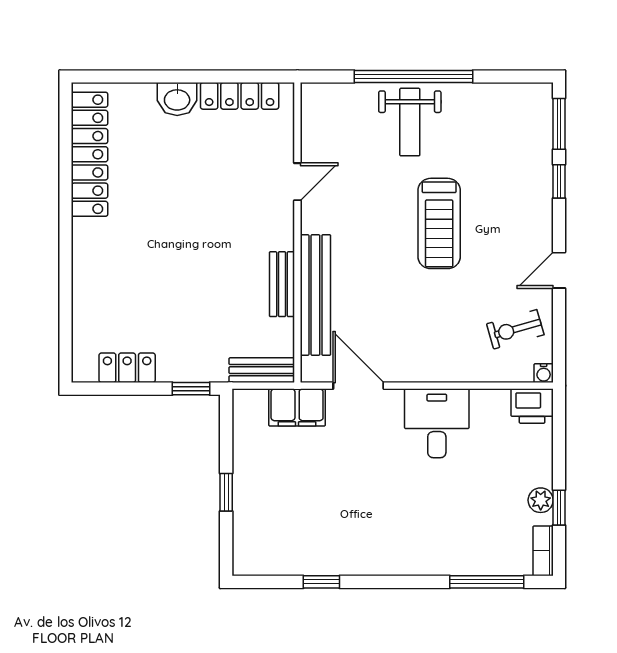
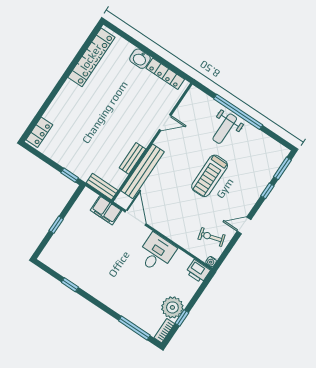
locker: (127, 368) -> (39, 132), moved, turned 90
plant: (541, 500) -> (172, 307), width x1.87, depth x1.87

